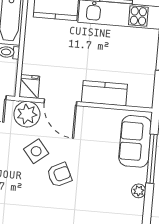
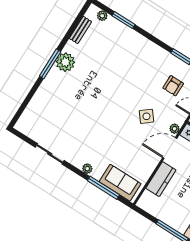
plant: (27, 114) -> (174, 129), width x0.53, depth x0.53
armchair: (59, 175) -> (124, 123), removed

